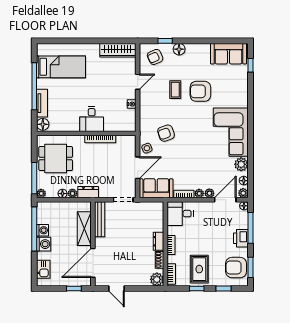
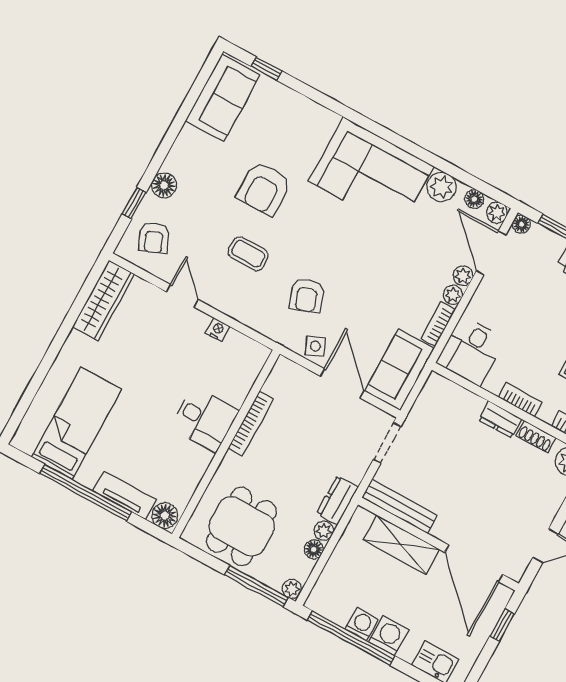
coffee table: (175, 90) -> (248, 254), moved

